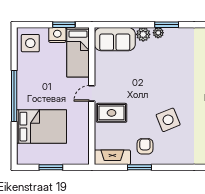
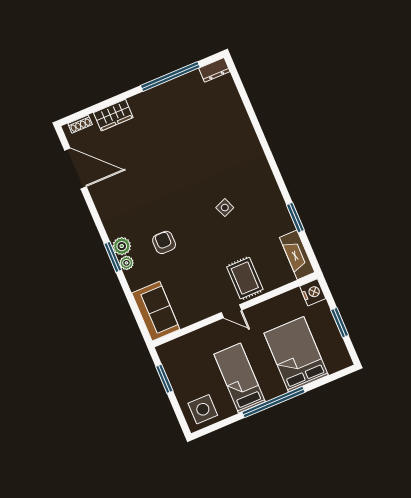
plant: (143, 34) -> (122, 246), moved
nightstand: (57, 35) -> (313, 292), moved, turned 180
bed: (78, 52) -> (240, 378), moved, turned -90
side table: (168, 120) -> (225, 208), width x0.54, depth x0.54
armchair: (145, 146) -> (164, 242), moved, turned 90

